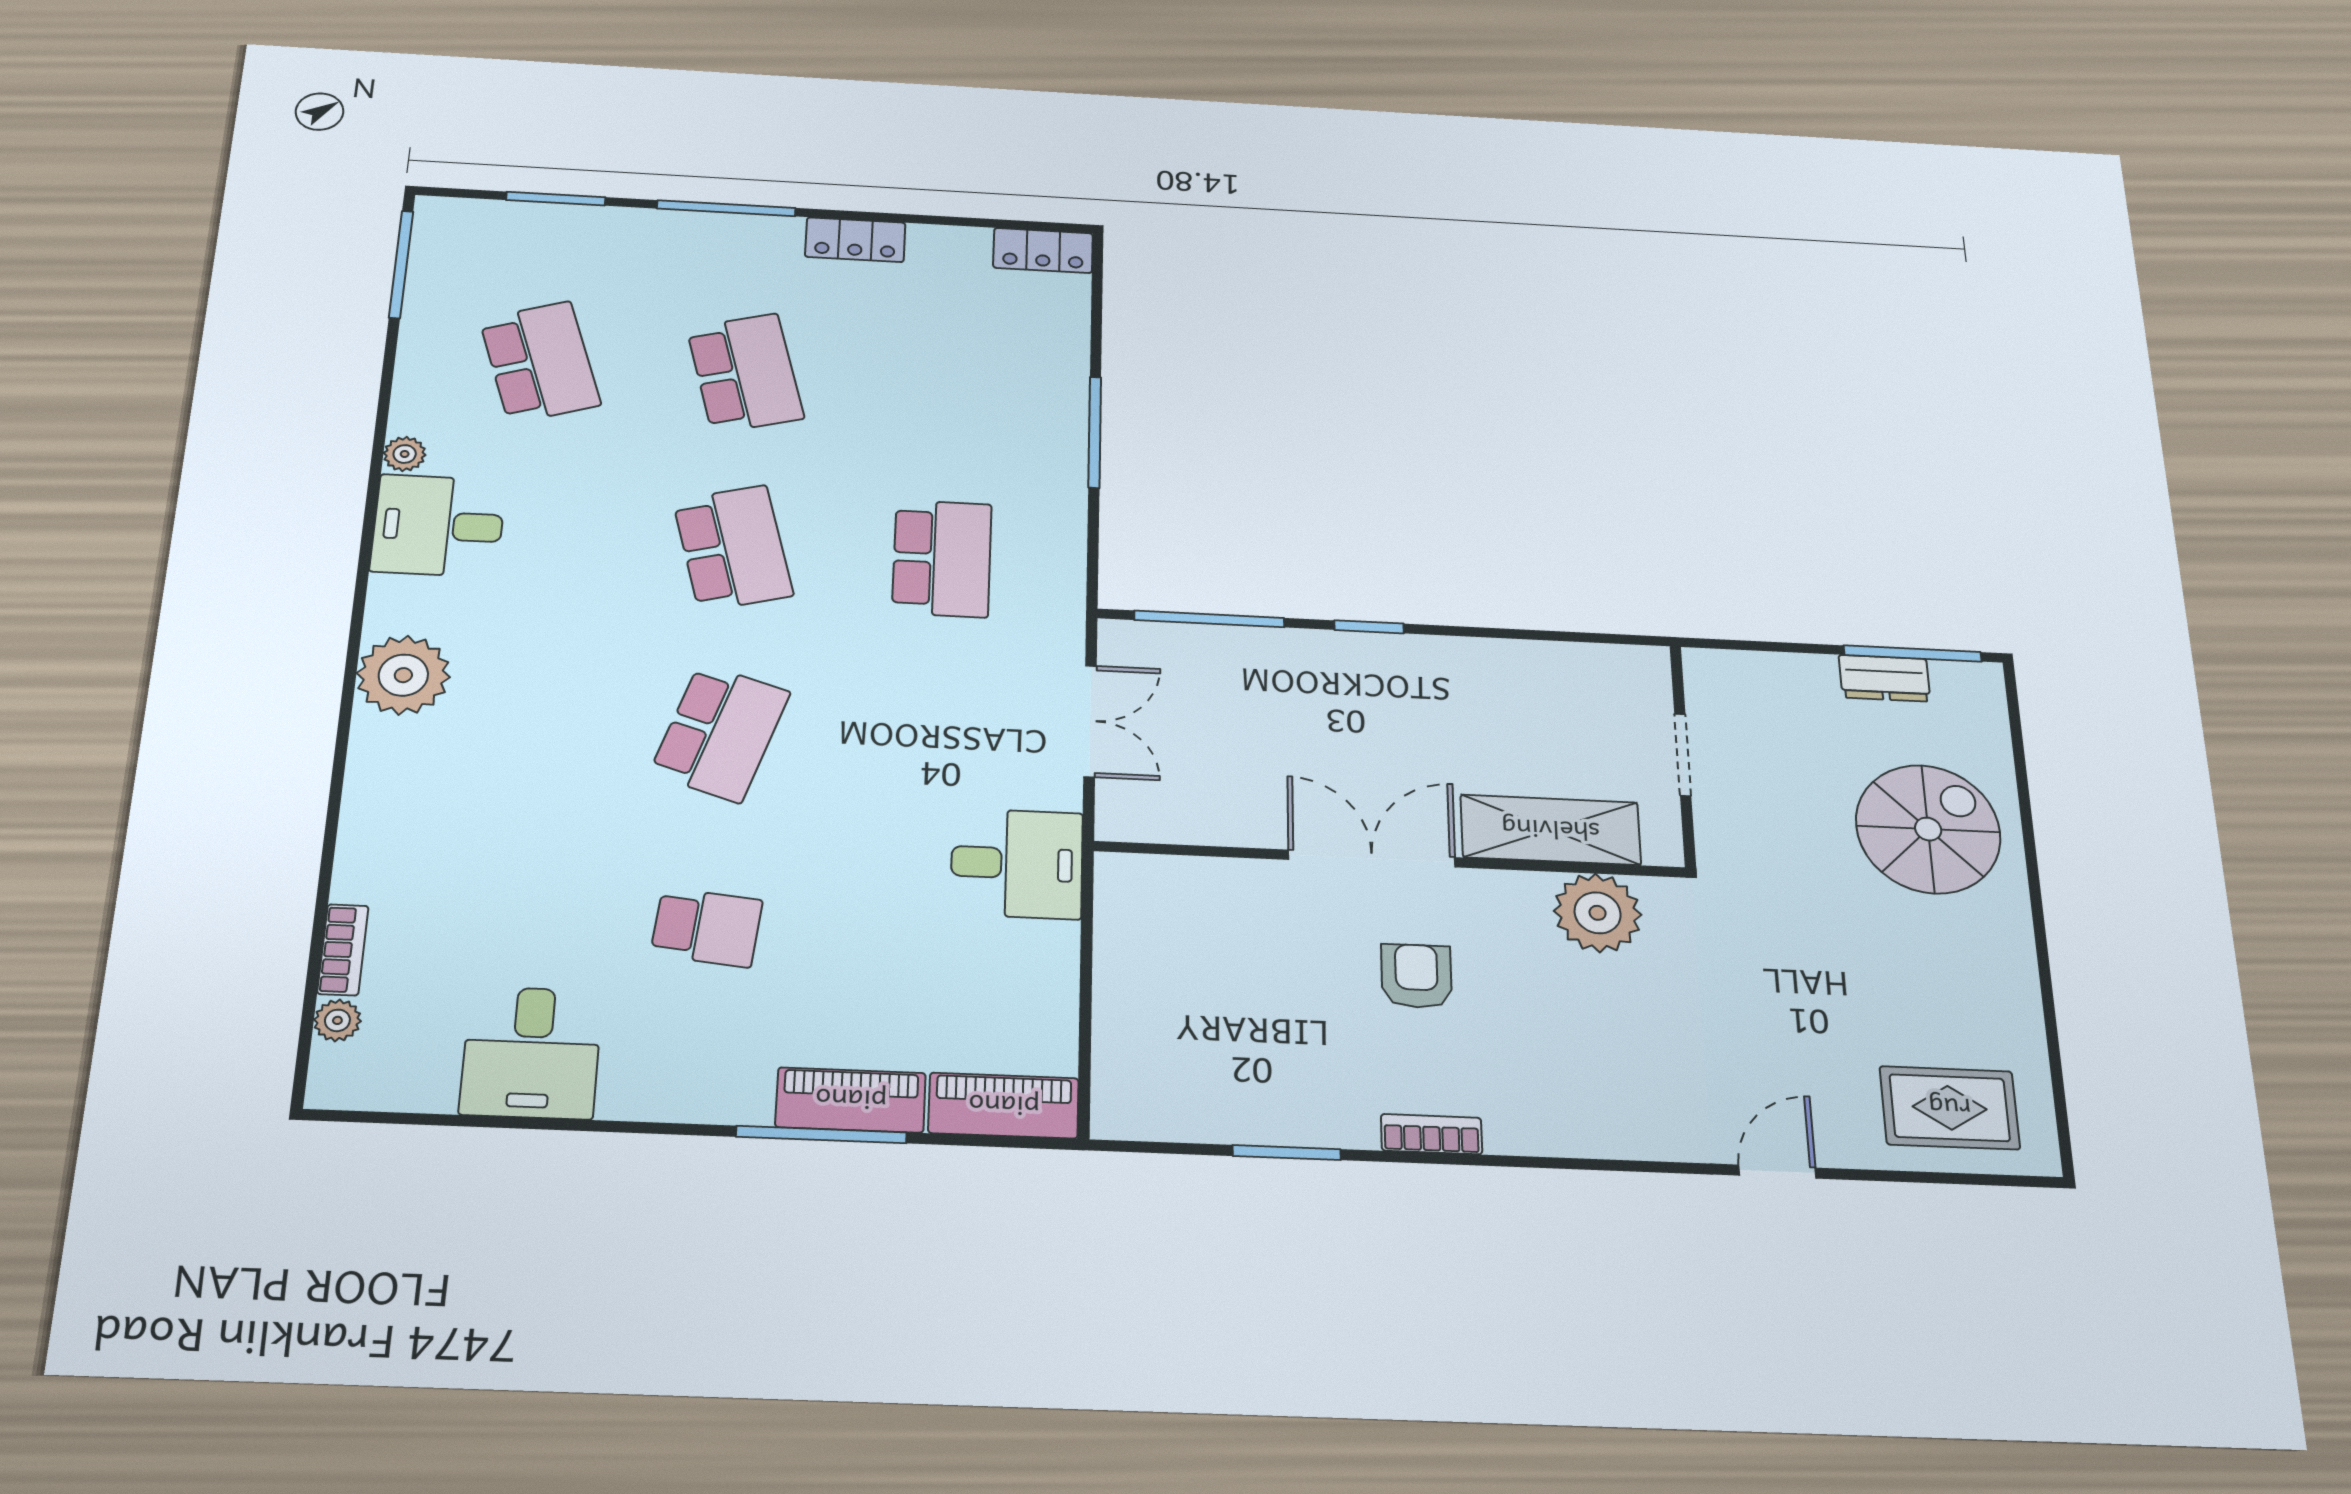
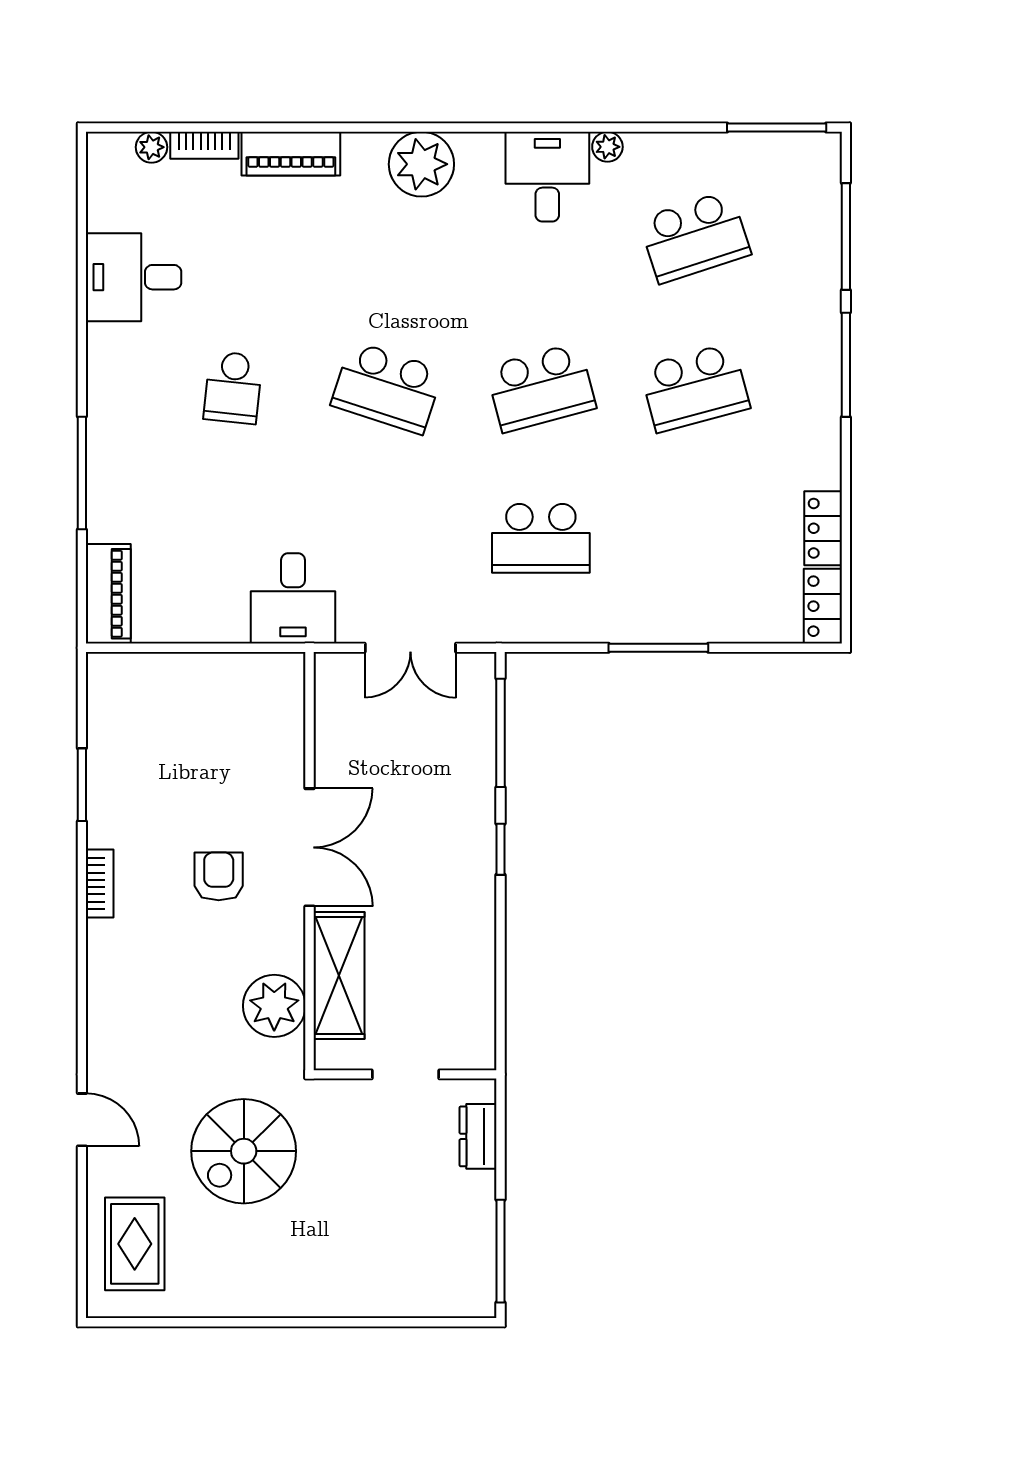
window: (556, 199) -> (846, 236), width x1.44
locker: (855, 240) -> (823, 528), moved
dresser: (1885, 678) -> (478, 1136), moved
spiral stairs: (1928, 829) -> (244, 1151), moved, turned 90
armchair: (1416, 976) -> (219, 876), turned -90
piano: (851, 1100) -> (291, 154), moved, turned 90

